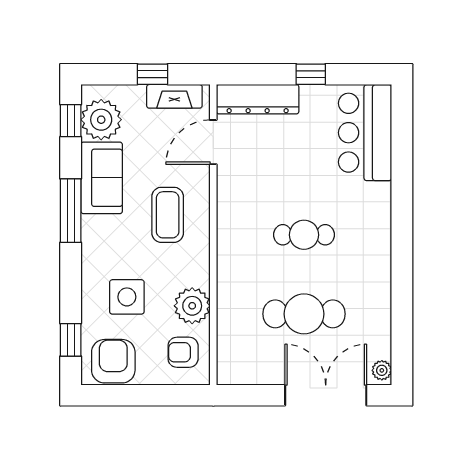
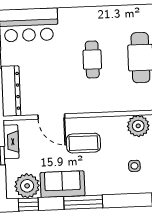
door: (213, 142) -> (51, 116), moved
side table: (127, 297) -> (134, 166), width x0.54, depth x0.54

